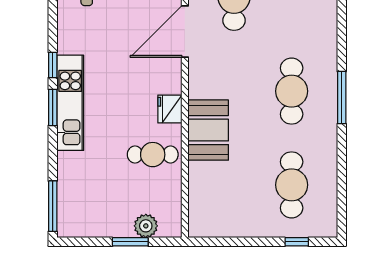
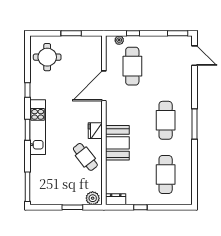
window: (53, 65) -> (28, 90), moved
cafe table: (153, 155) -> (85, 157), turned 52
plant: (146, 226) -> (93, 198), moved
dresser: (205, 228) -> (116, 199), added
window: (297, 242) -> (140, 207), moved

